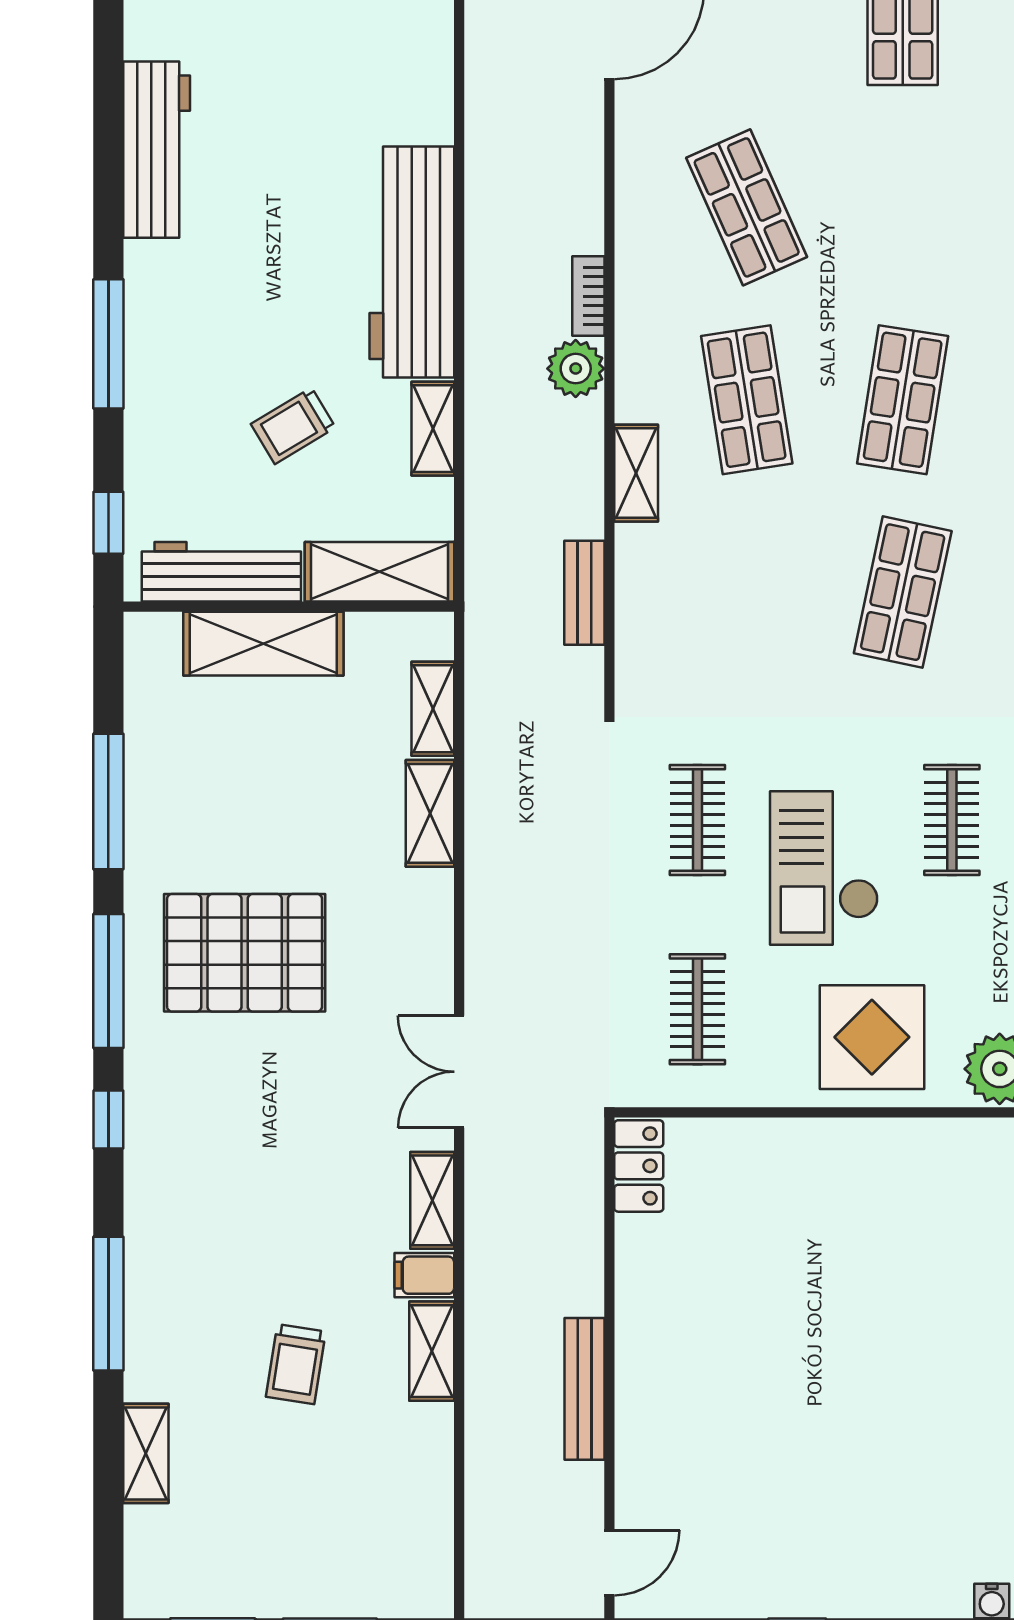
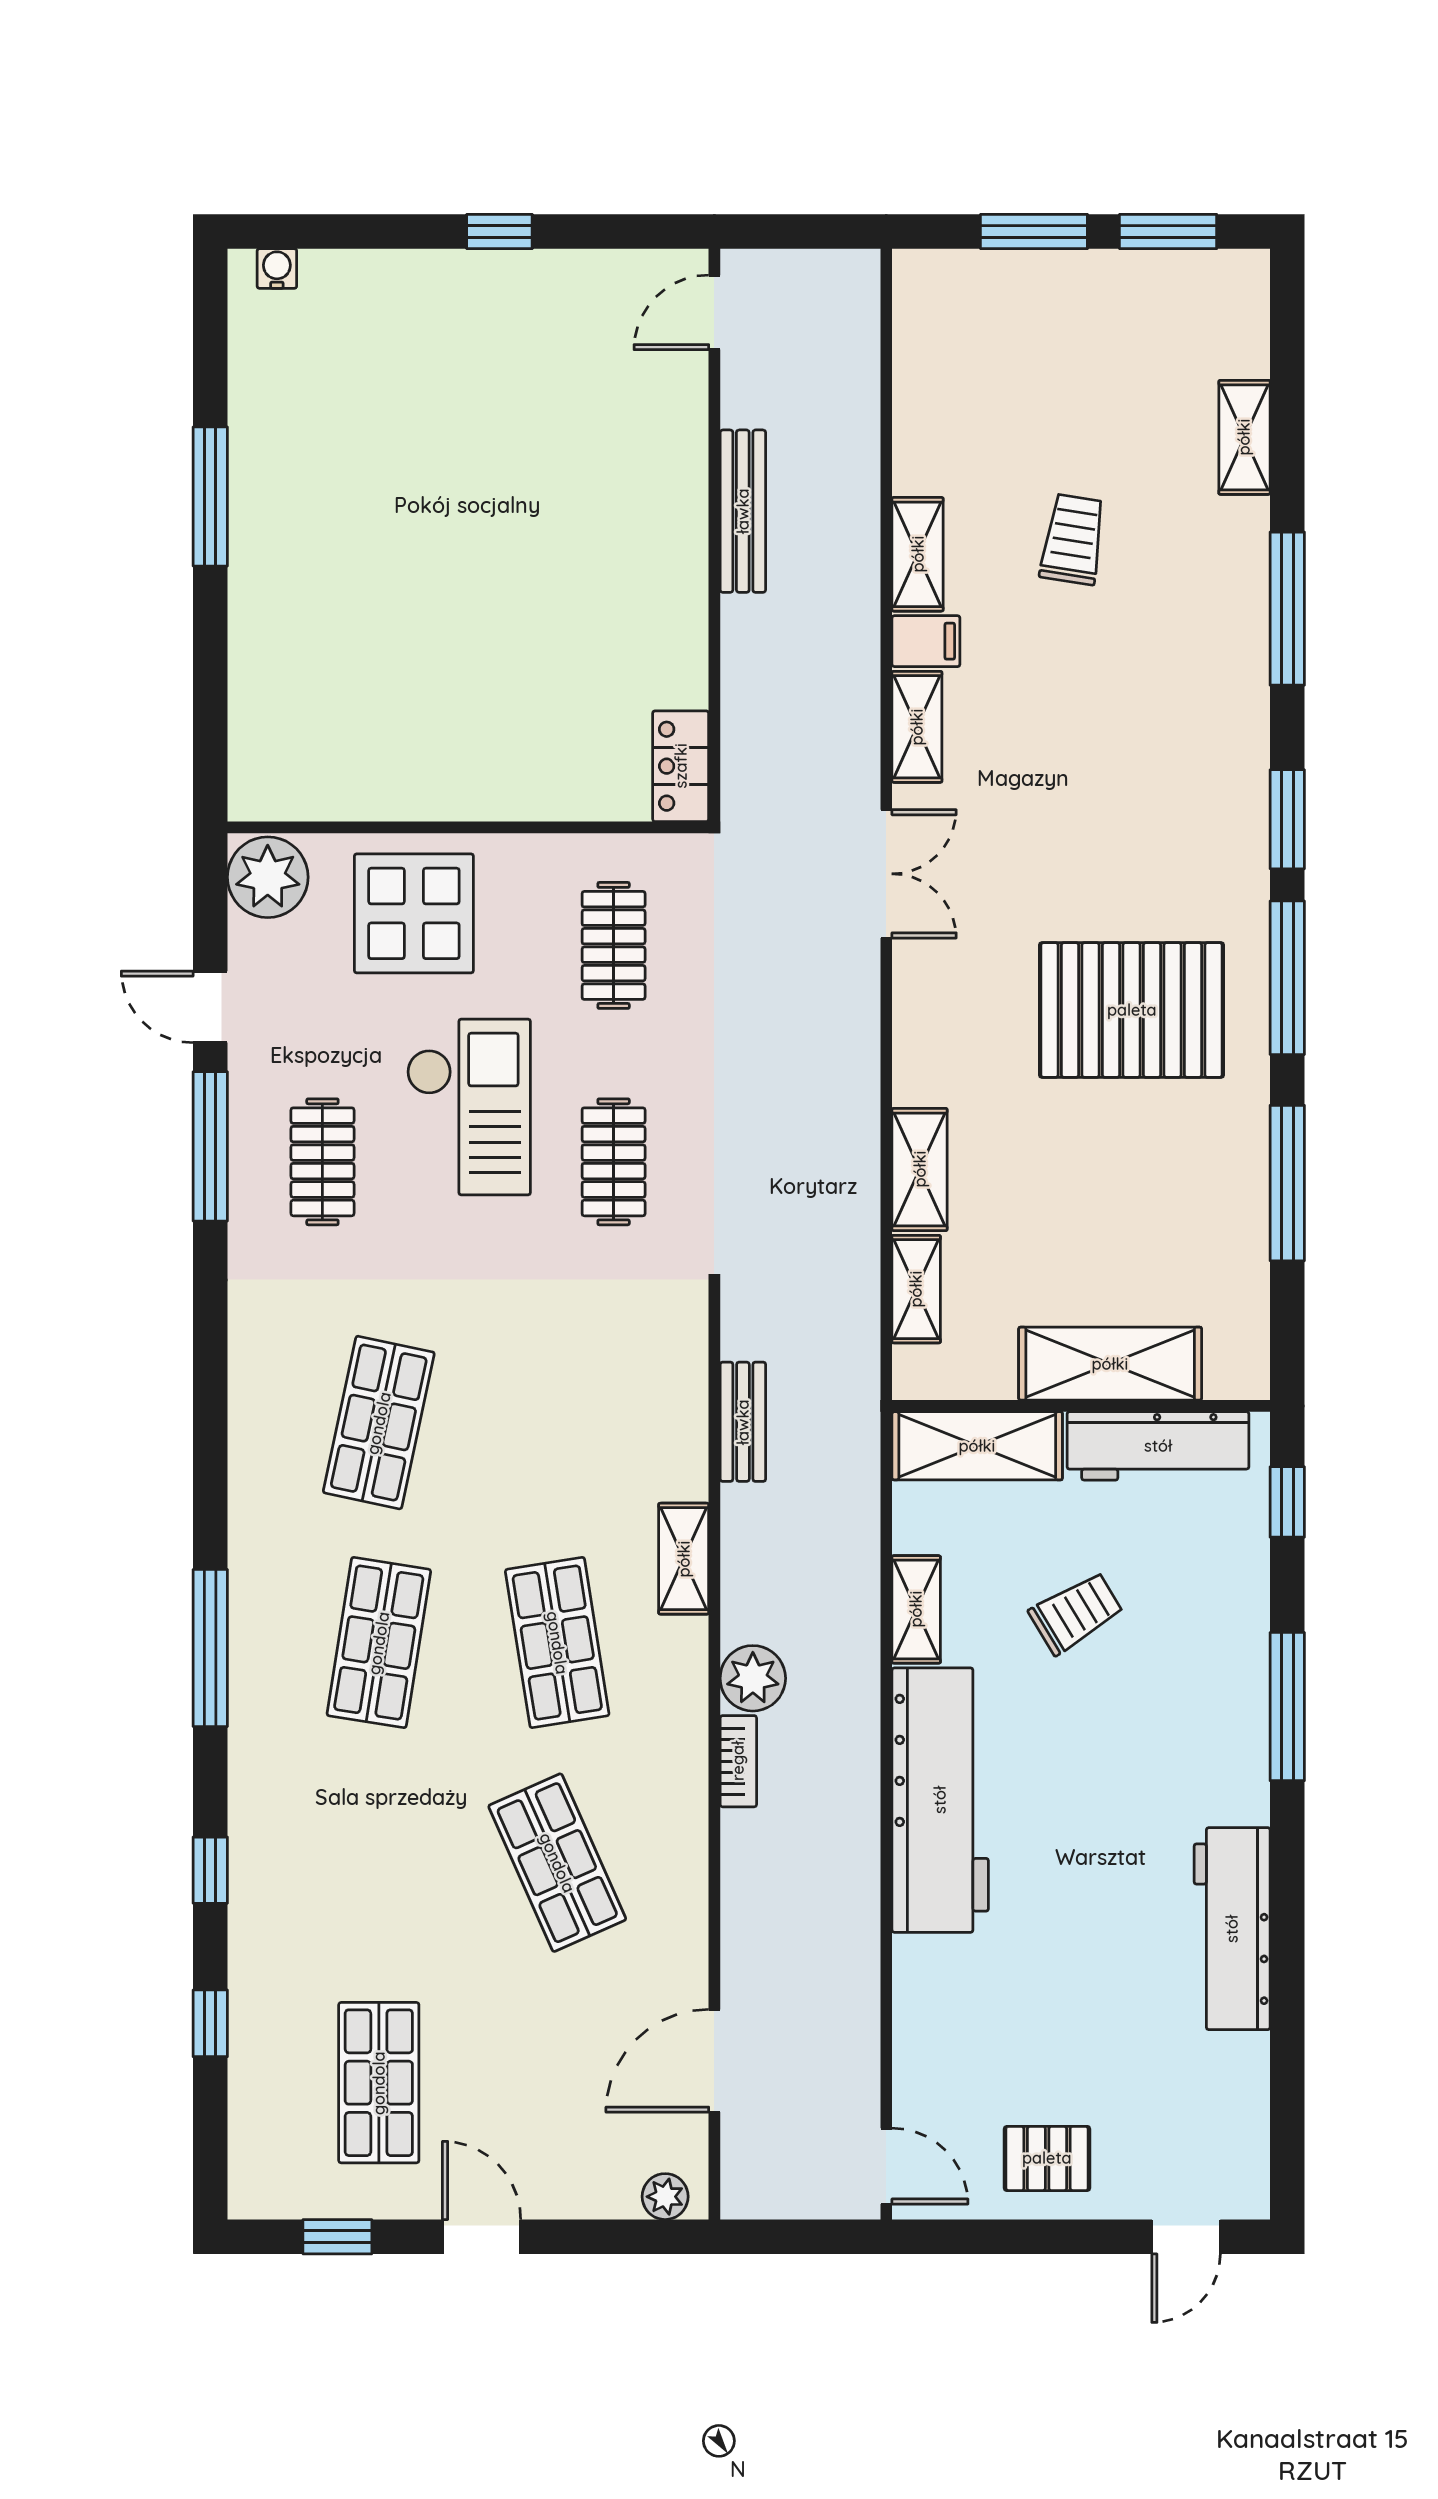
window: (108, 1120) -> (1287, 819), width x1.50

